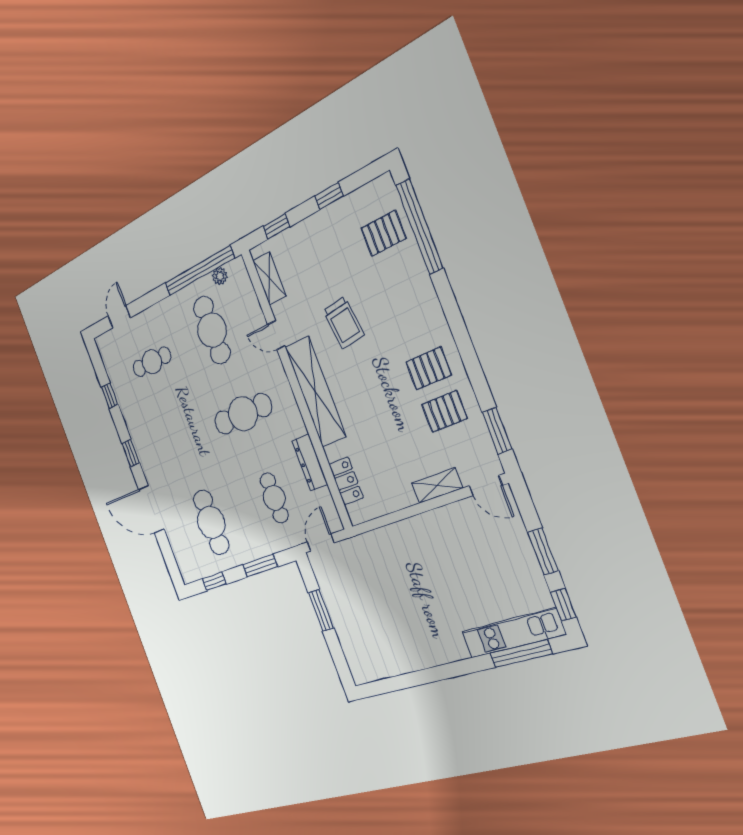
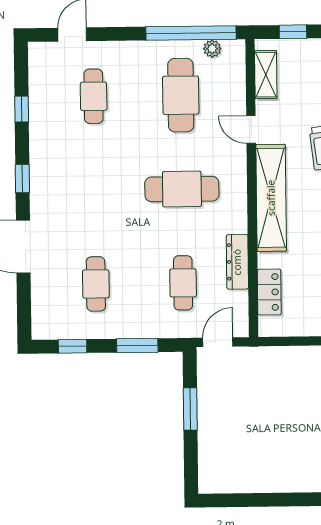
cafe table: (152, 362) -> (94, 96), turned 90
cafe table: (211, 522) -> (96, 284), width x0.73, depth x0.74

